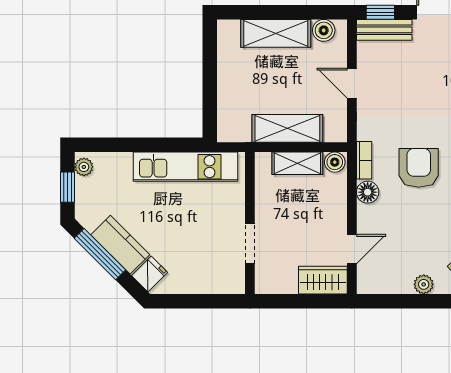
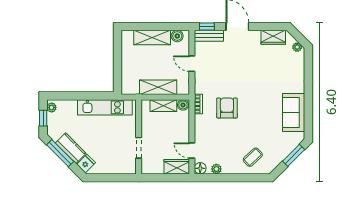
floor lamp: (368, 192) -> (200, 168), moved
door: (352, 249) -> (192, 150), swing flipped
plant: (424, 284) -> (216, 169), moved

